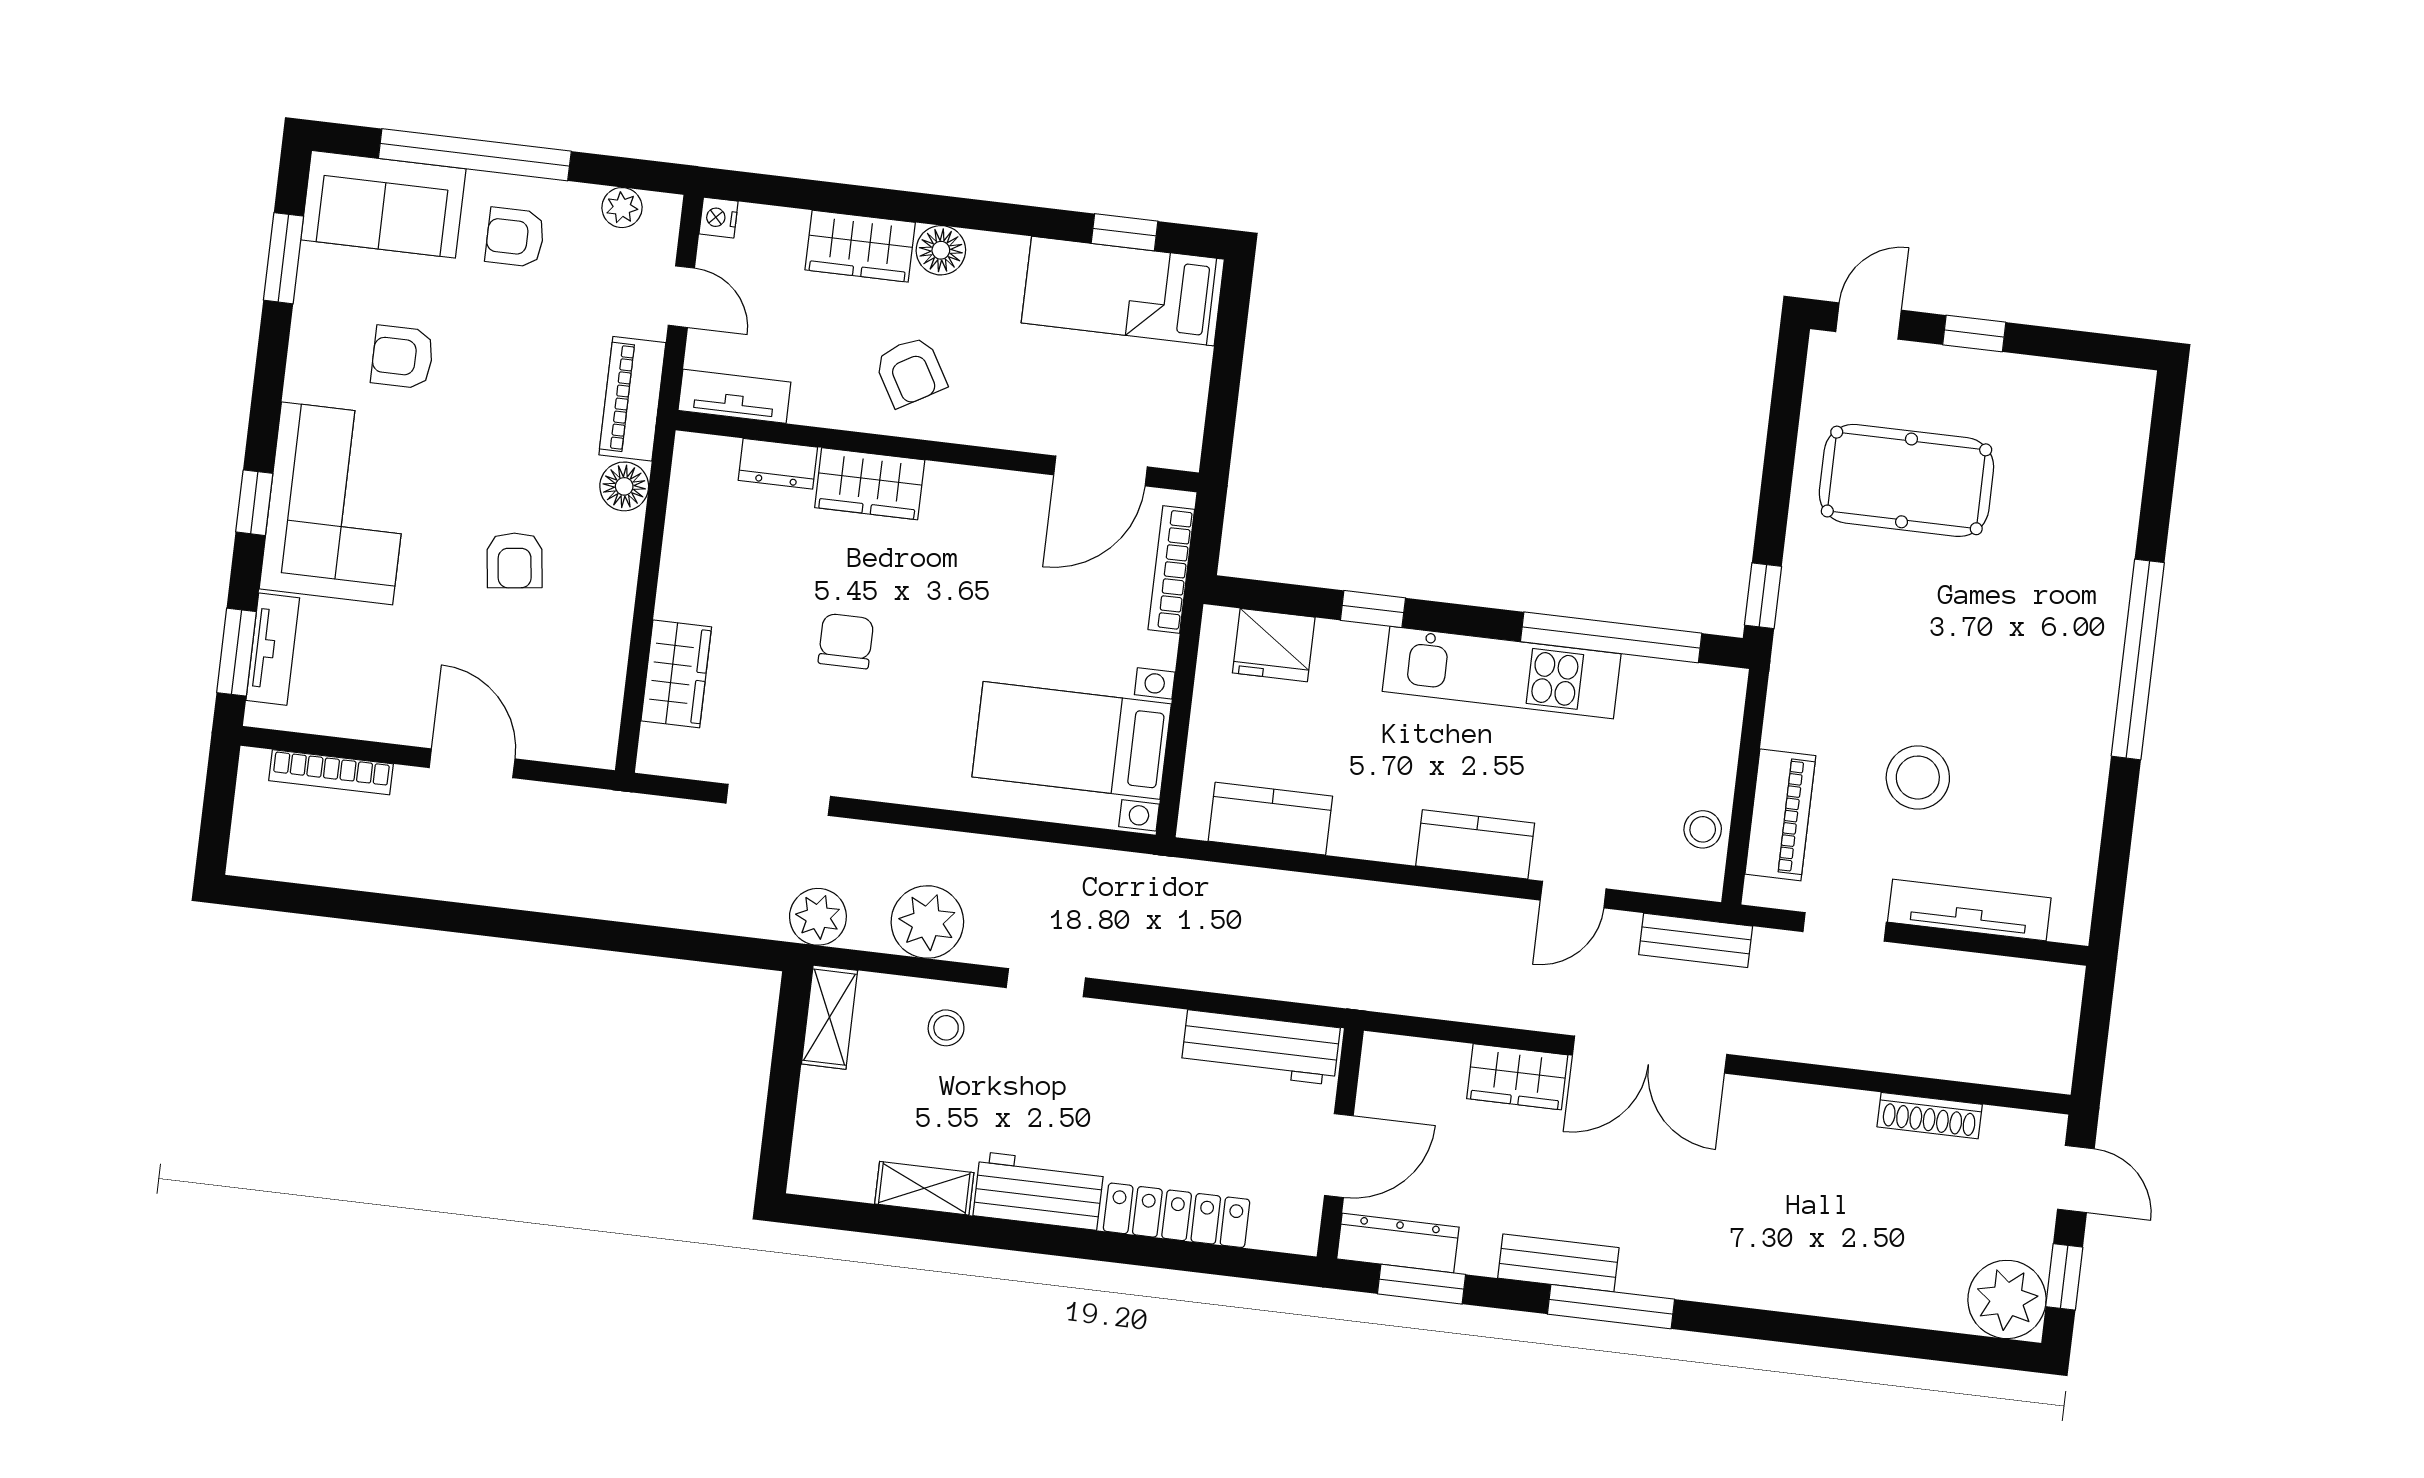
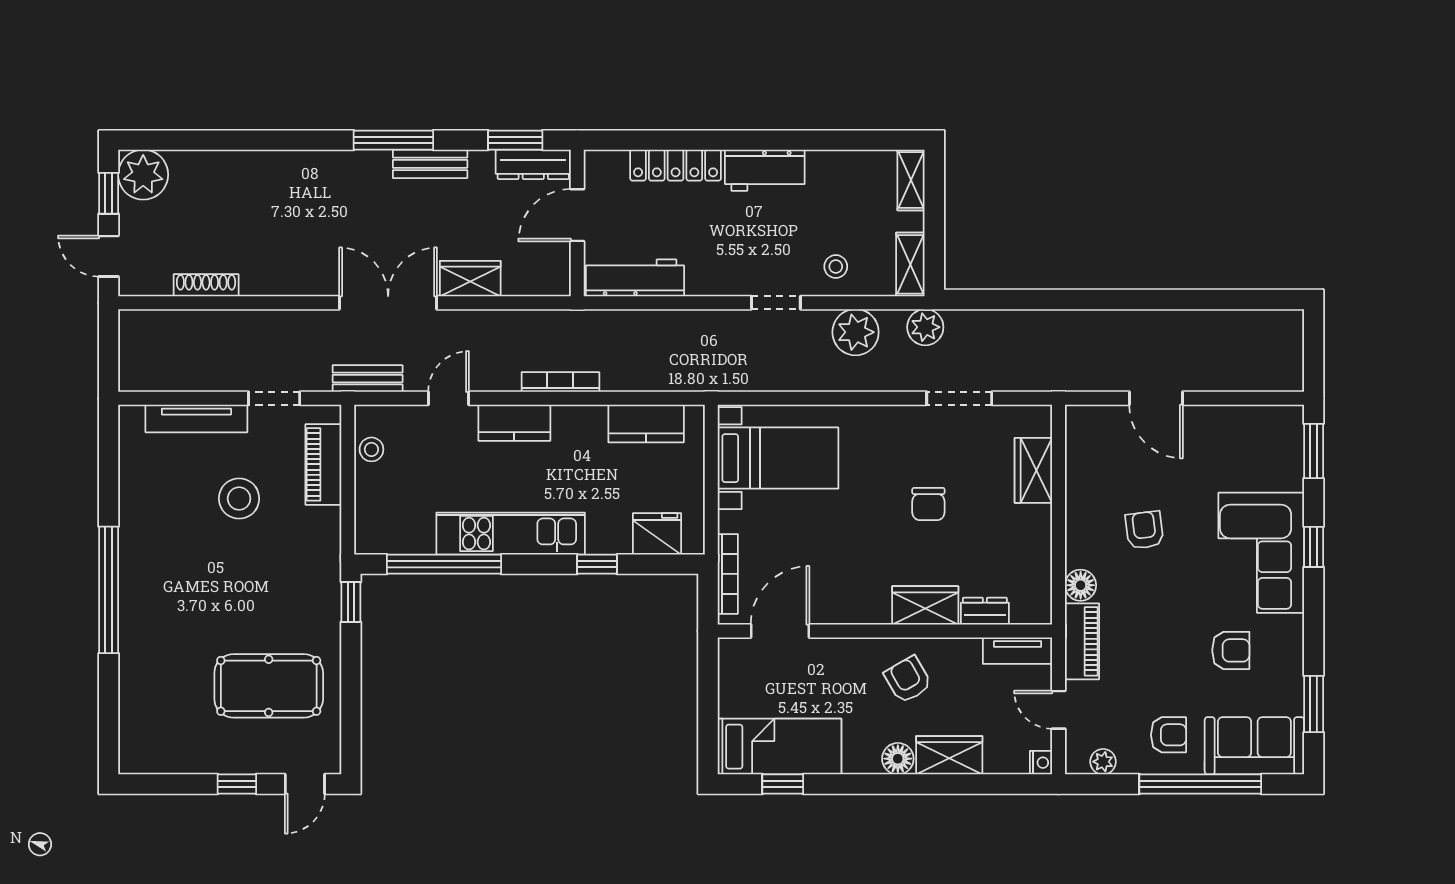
tv unit: (273, 649) -> (1291, 456), removed
bookcase: (331, 772) -> (560, 382), moved
shelving: (924, 1188) -> (911, 180), moved, turned 90

